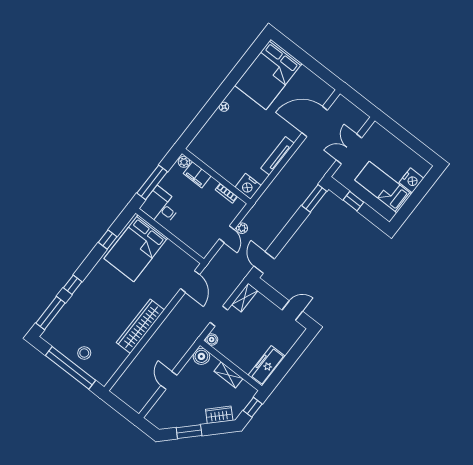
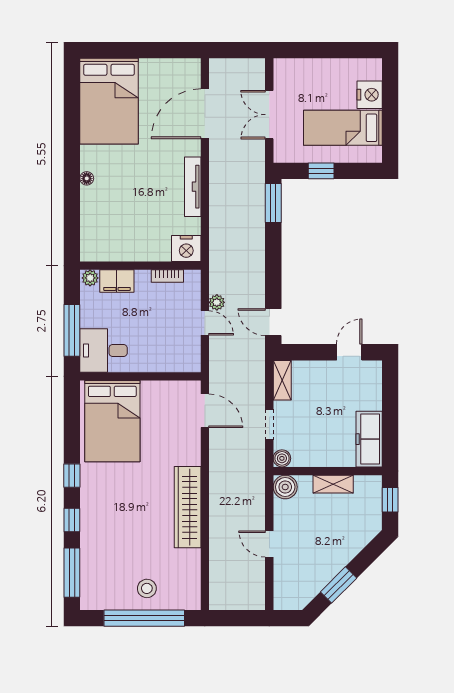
window: (108, 240) -> (72, 476), moved
wardrobe: (219, 415) -> (358, 539), removed

